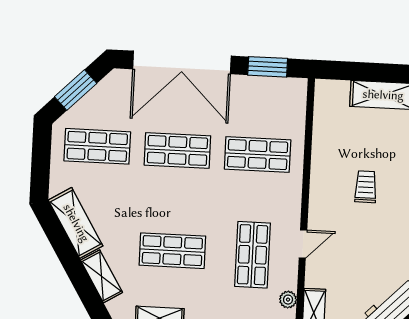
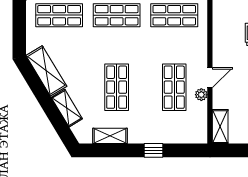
shop shelf: (172, 251) -> (117, 87), turned 90
plant: (288, 300) -> (201, 95), moved

